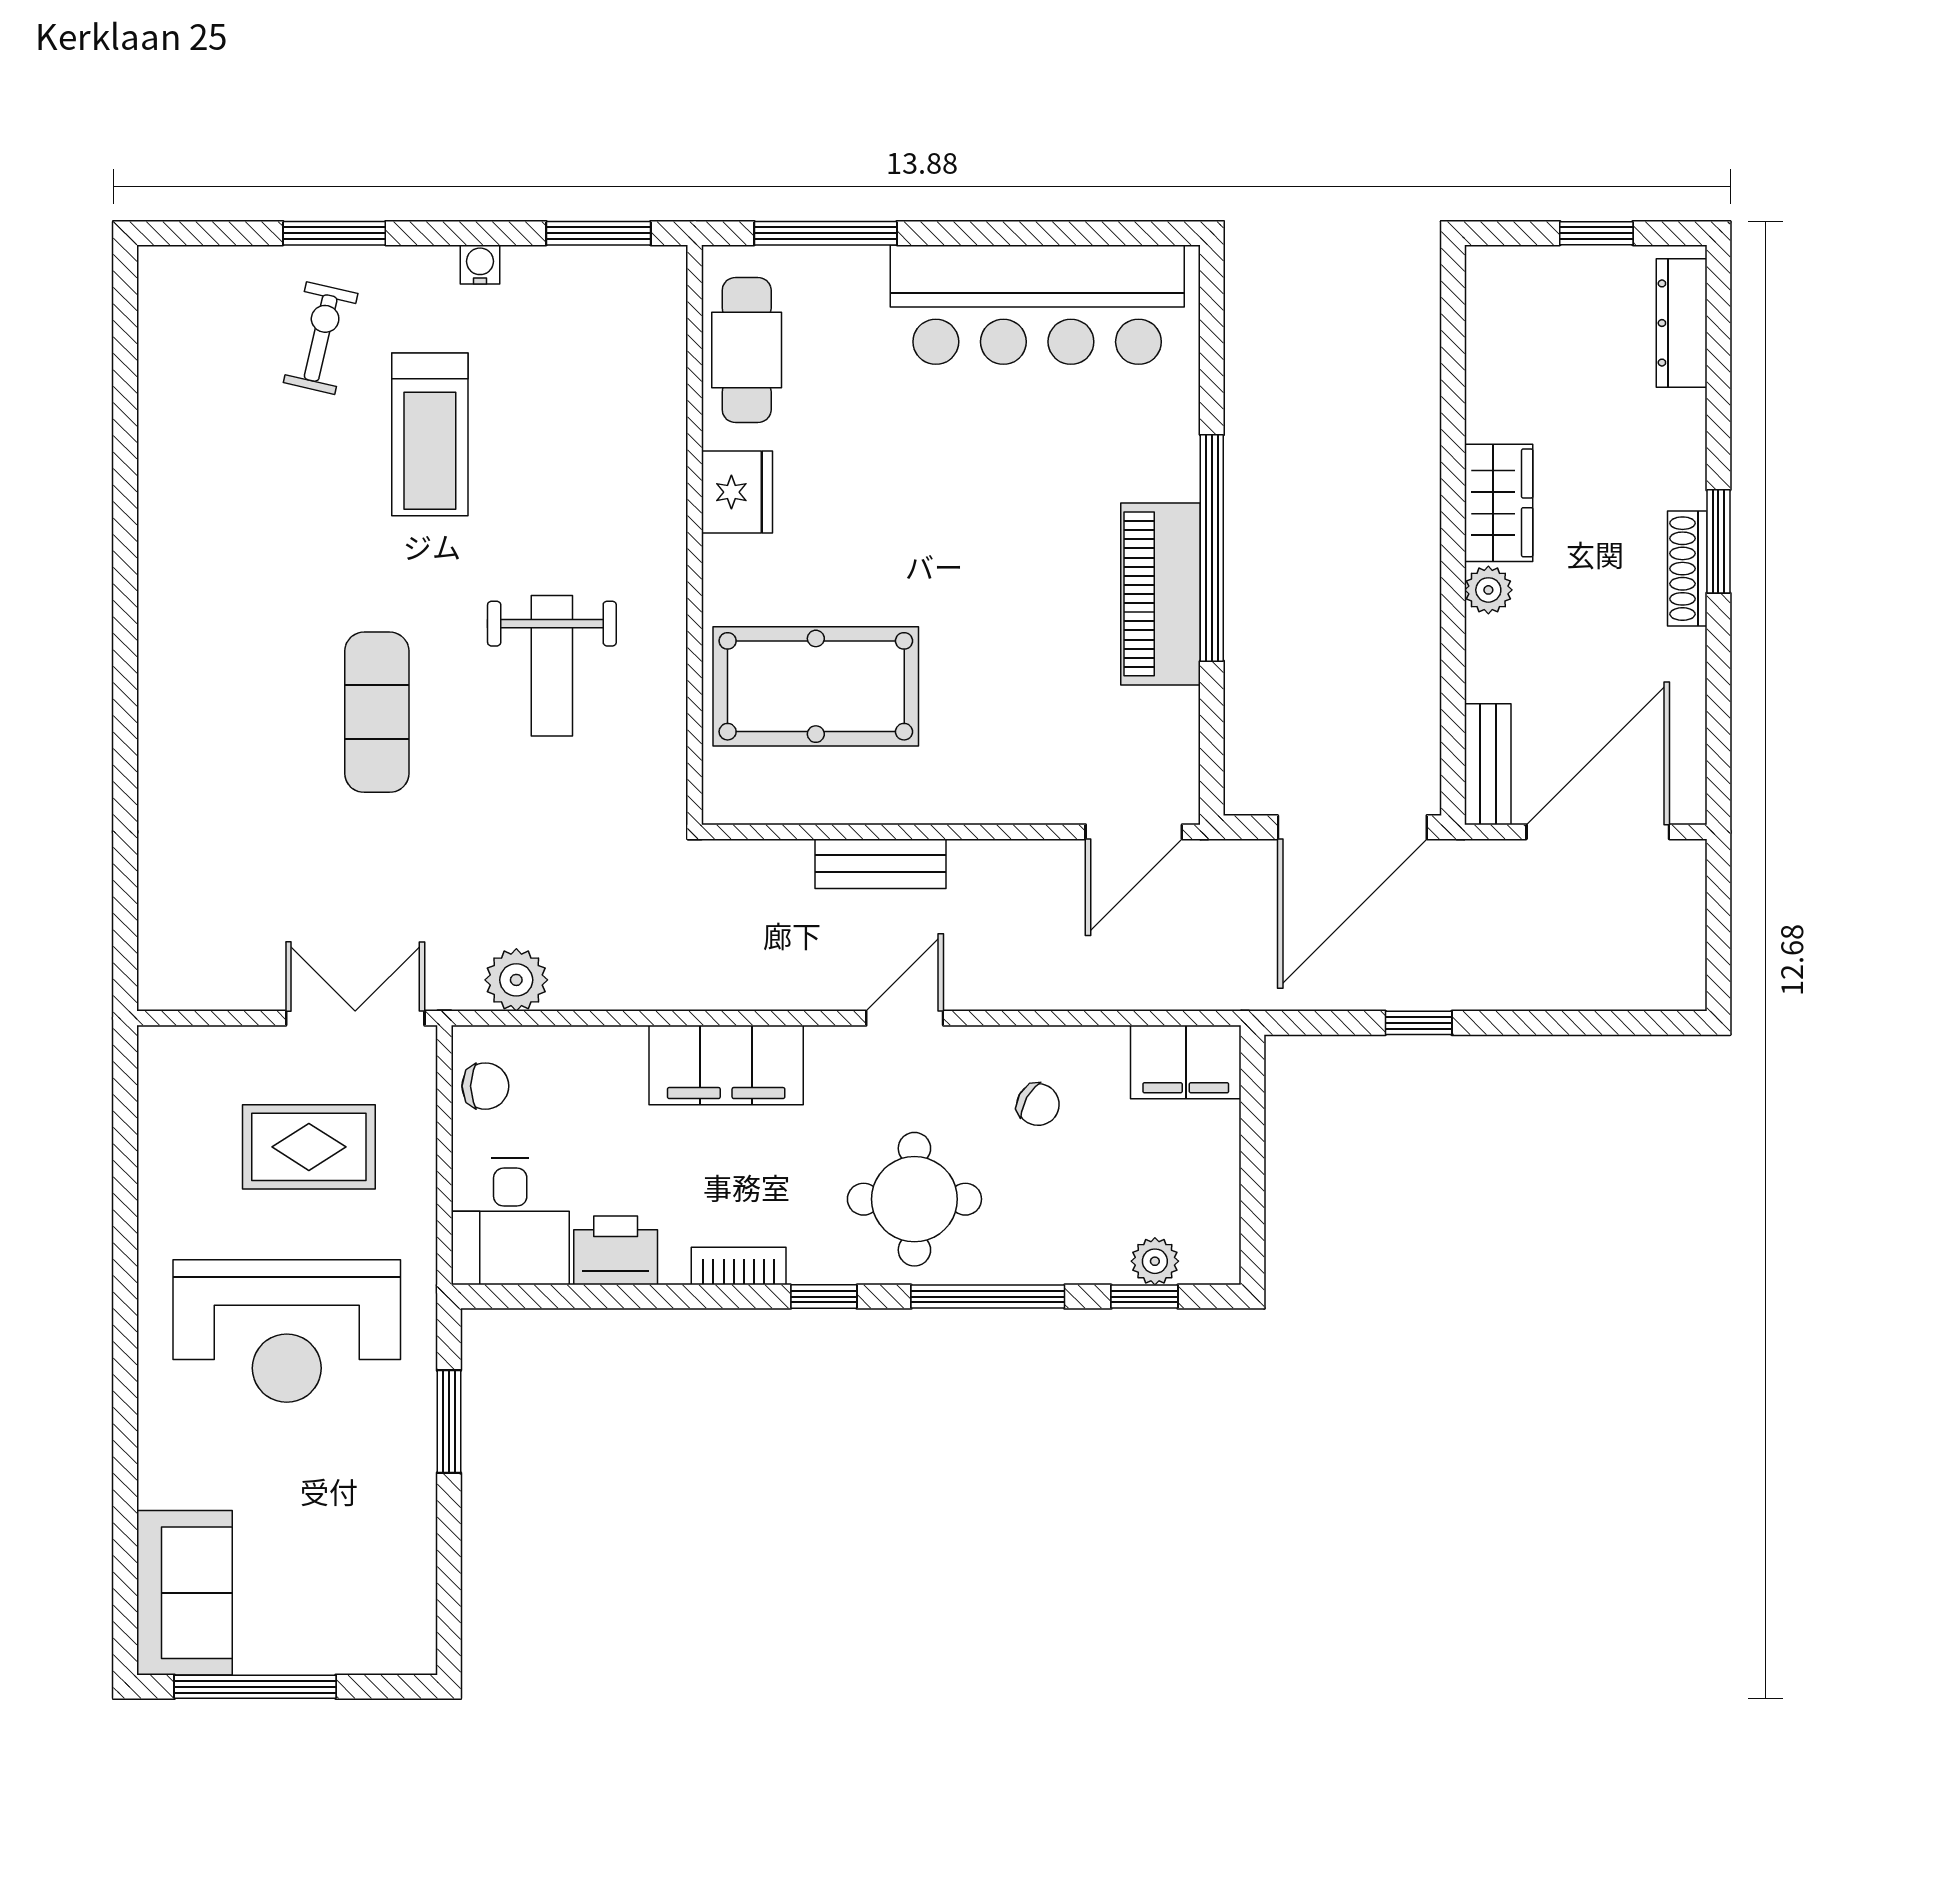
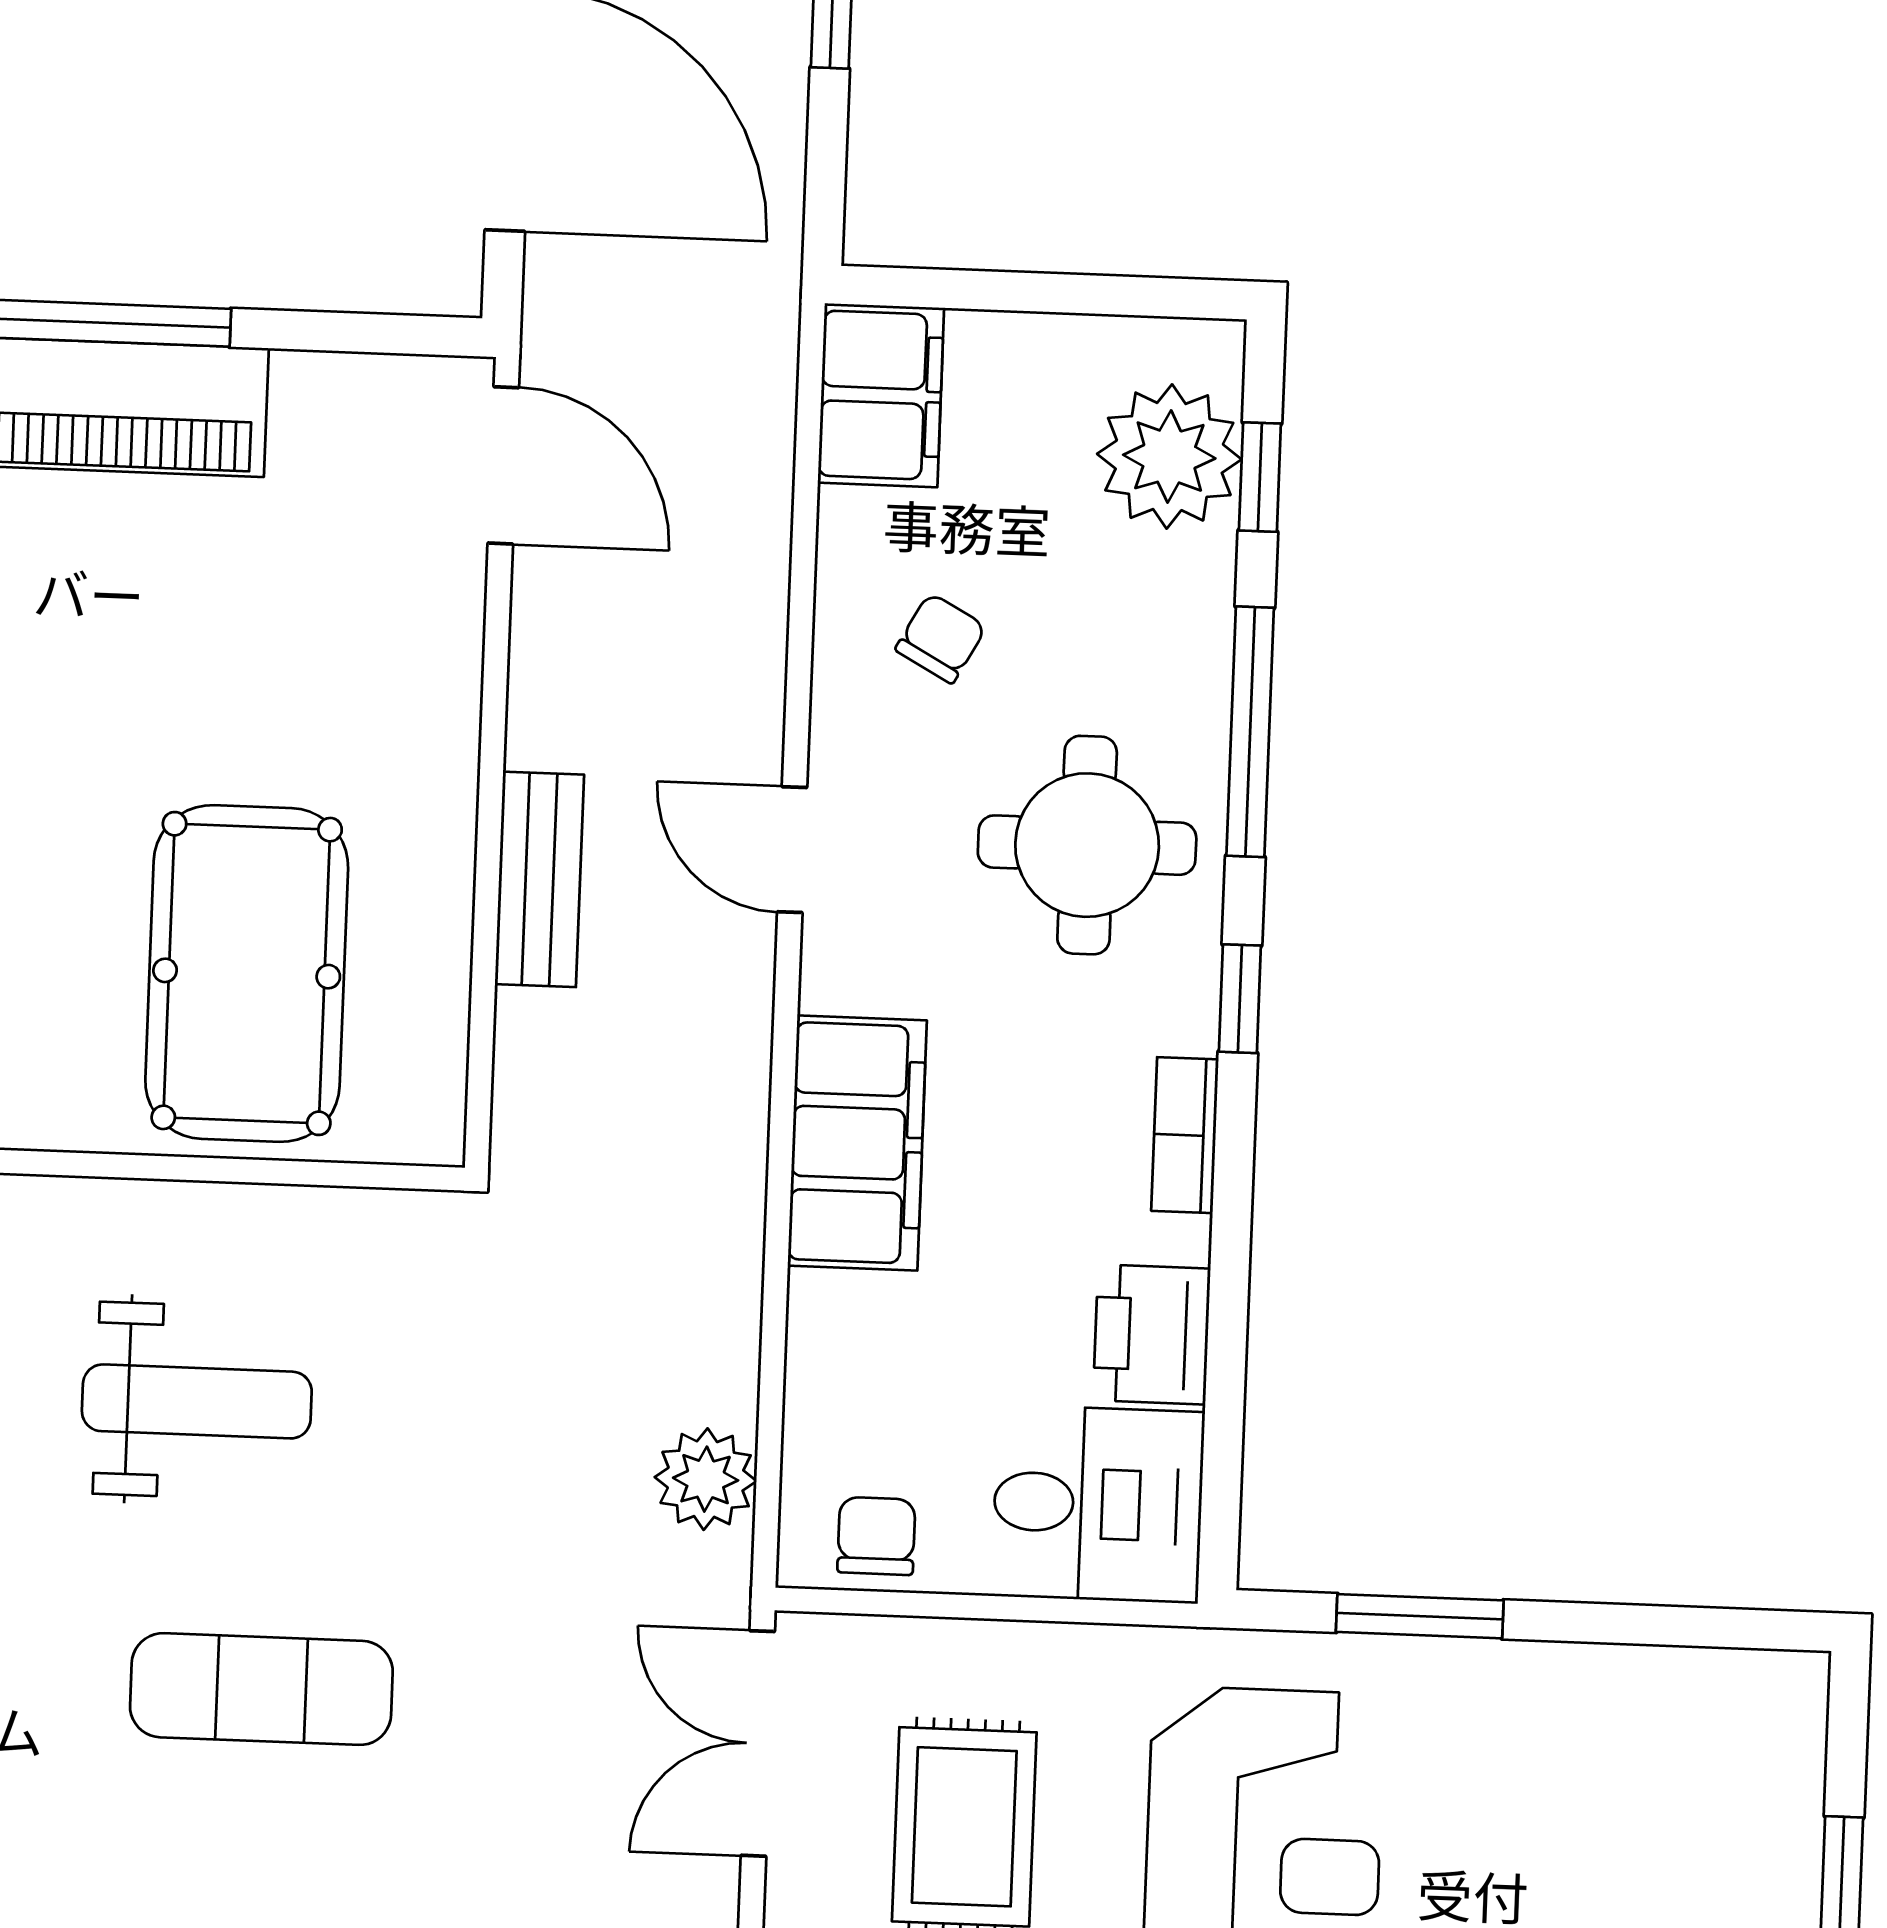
plant: (1155, 1261) -> (1169, 457), width x1.87, depth x1.87

